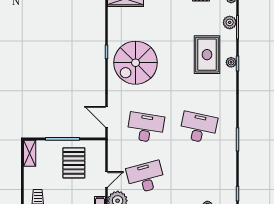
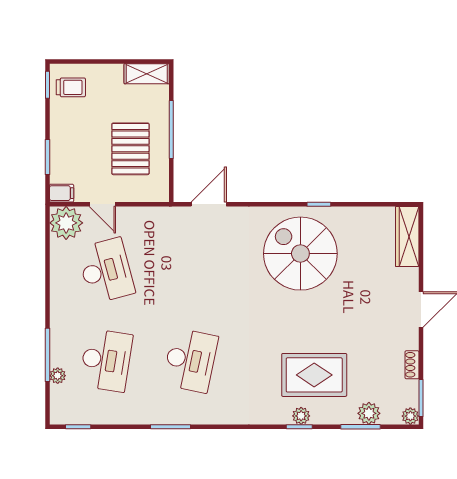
desk: (146, 128) -> (106, 360), moved
pallet: (74, 163) -> (130, 149), turned 90

